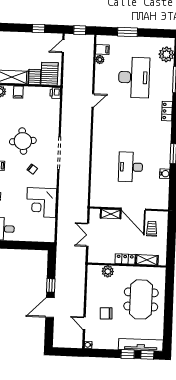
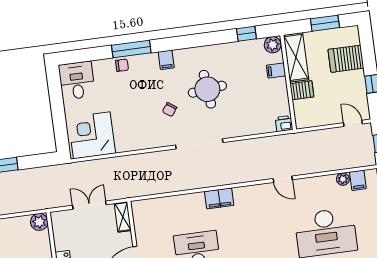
server rack: (49, 74) -> (346, 59), moved, turned 180
filing cabinet: (98, 146) -> (219, 198), added
corner desk: (41, 203) -> (92, 135), moved
shelving: (111, 214) -> (123, 217), moved
plant: (108, 271) -> (39, 222), moved

